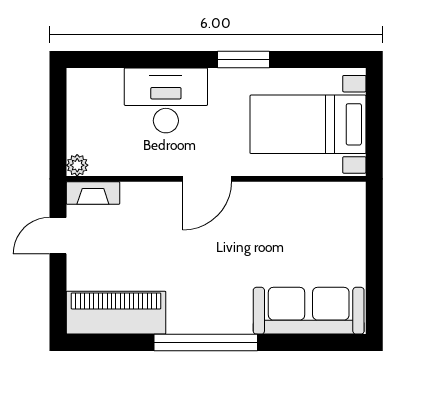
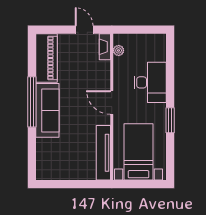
plant: (77, 165) -> (119, 50), moved
tv unit: (310, 196) -> (103, 153), added
sofa: (309, 311) -> (47, 110), moved

